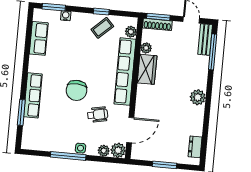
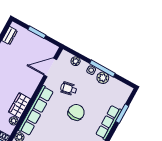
plant: (118, 150) -> (103, 78), moved

